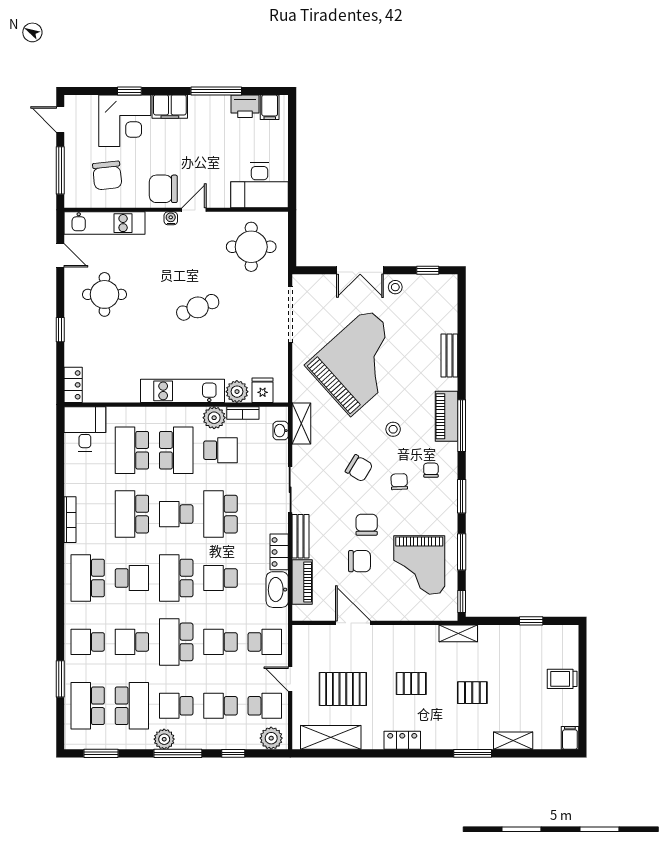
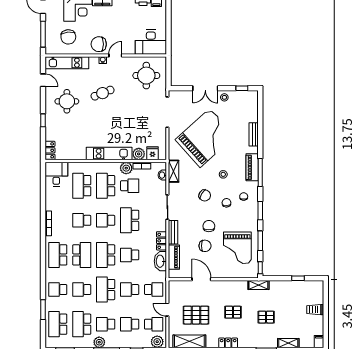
cafe table: (198, 307) -> (103, 93), moved
school desk: (176, 450) -> (106, 186), turned 180
school desk: (132, 514) -> (82, 220), width x0.54
school desk: (132, 578) -> (82, 255), width x1.85
school desk: (132, 706) -> (82, 324), turned 180

